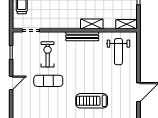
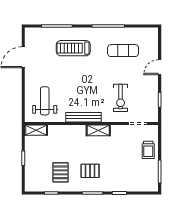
shelving: (92, 24) -> (98, 130), moved
exercise mat: (48, 81) -> (123, 51), moved
treadmill: (92, 101) -> (73, 48), turned 180

